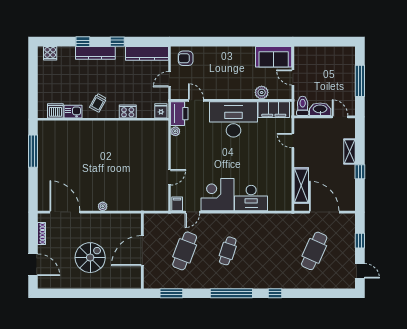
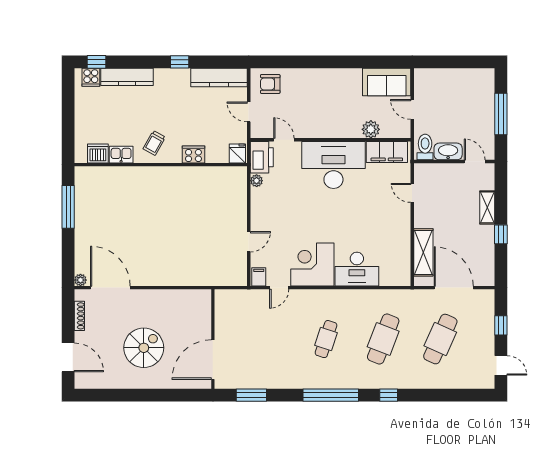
window: (83, 42) -> (97, 62), moved
kitchen counter: (95, 53) -> (127, 77), moved
door: (169, 79) -> (249, 112), hinge flipped
plant: (103, 206) -> (80, 280), moved
door: (142, 251) -> (213, 360), moved
cafe table: (185, 251) -> (383, 339), moved

